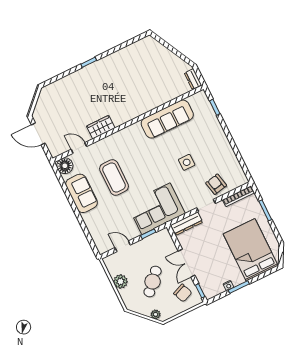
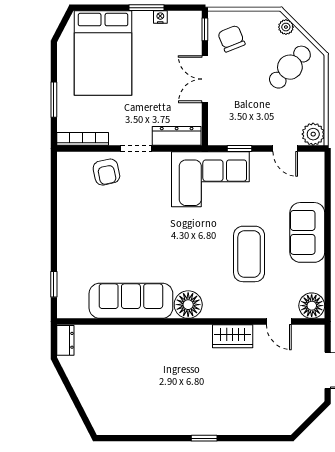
floor lamp: (134, 133) -> (188, 305), added
side table: (187, 162) -> (133, 225), removed
sofa: (81, 193) -> (307, 232), moved
double door: (187, 263) -> (205, 79), swing flipped
plant: (120, 281) -> (313, 134), moved
cafe table: (153, 282) -> (290, 67), moved

